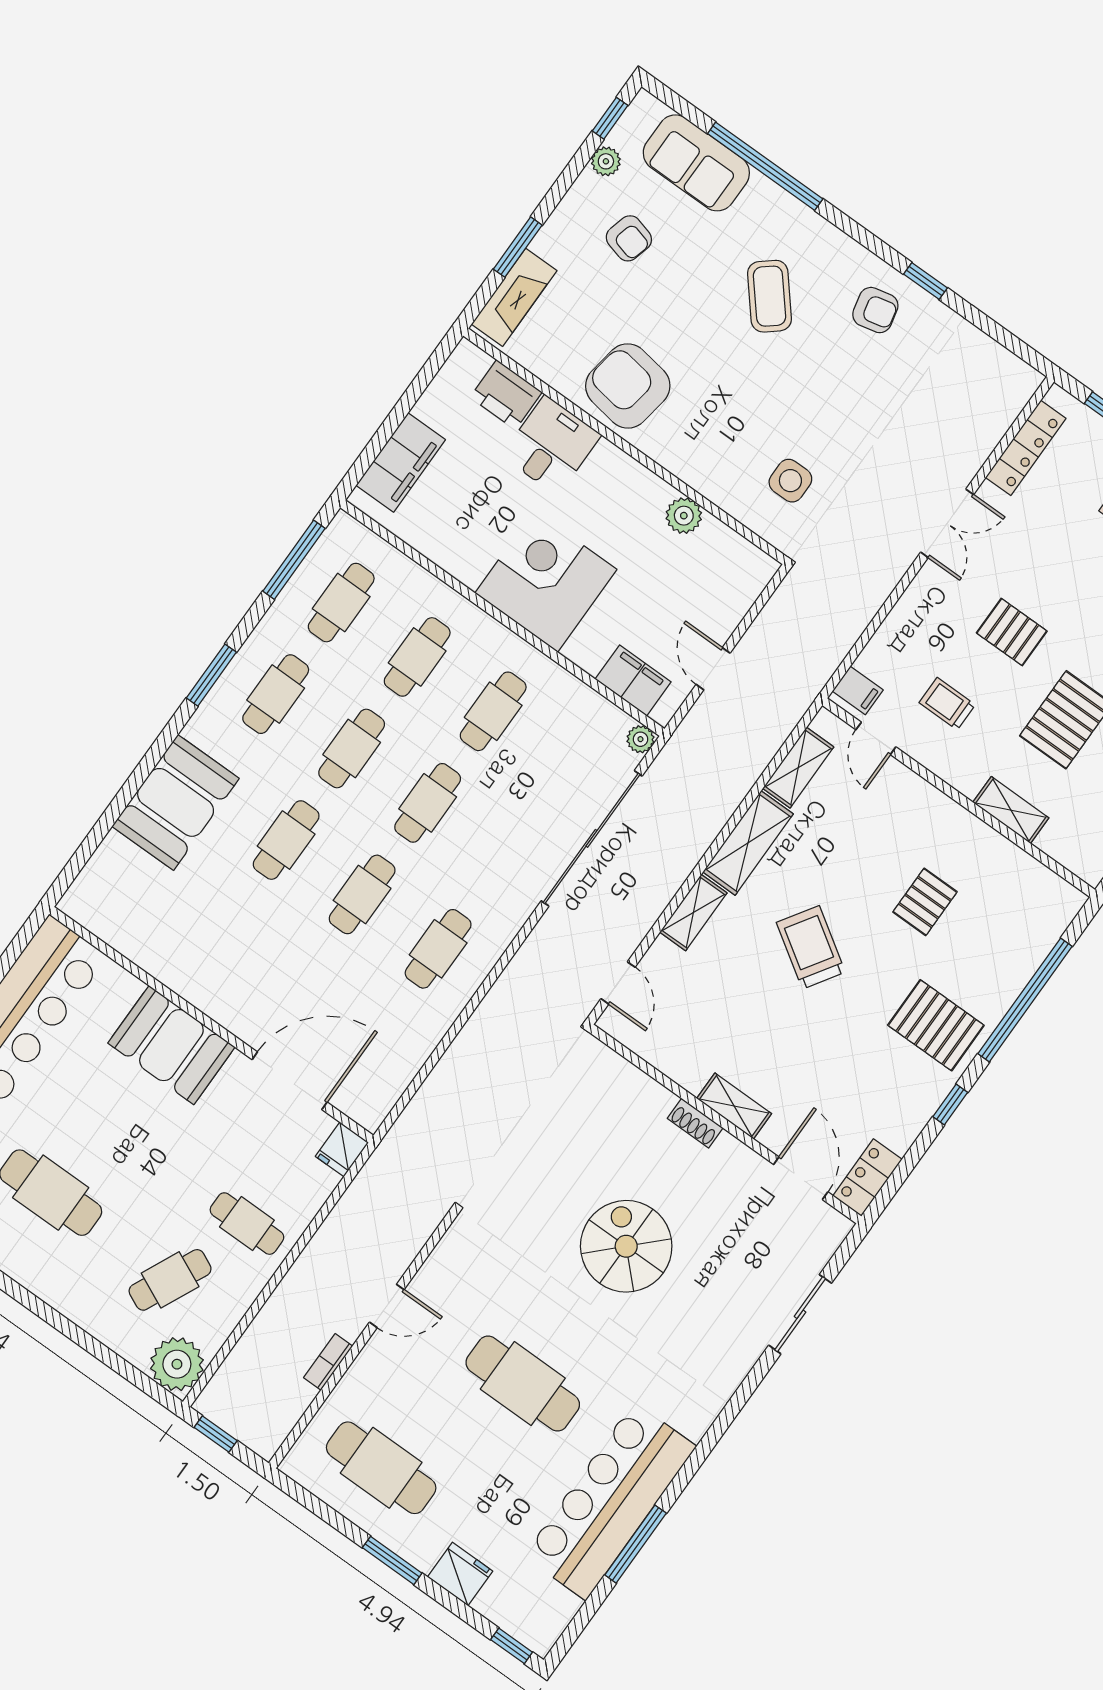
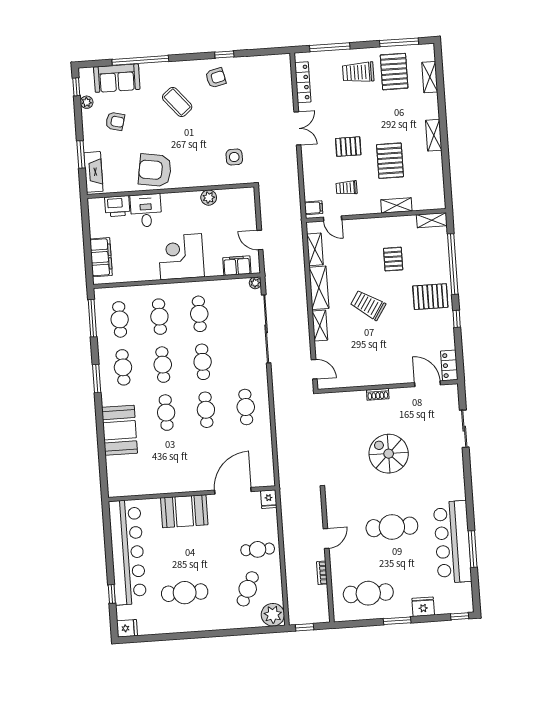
shelving: (734, 1106) -> (432, 220), moved

